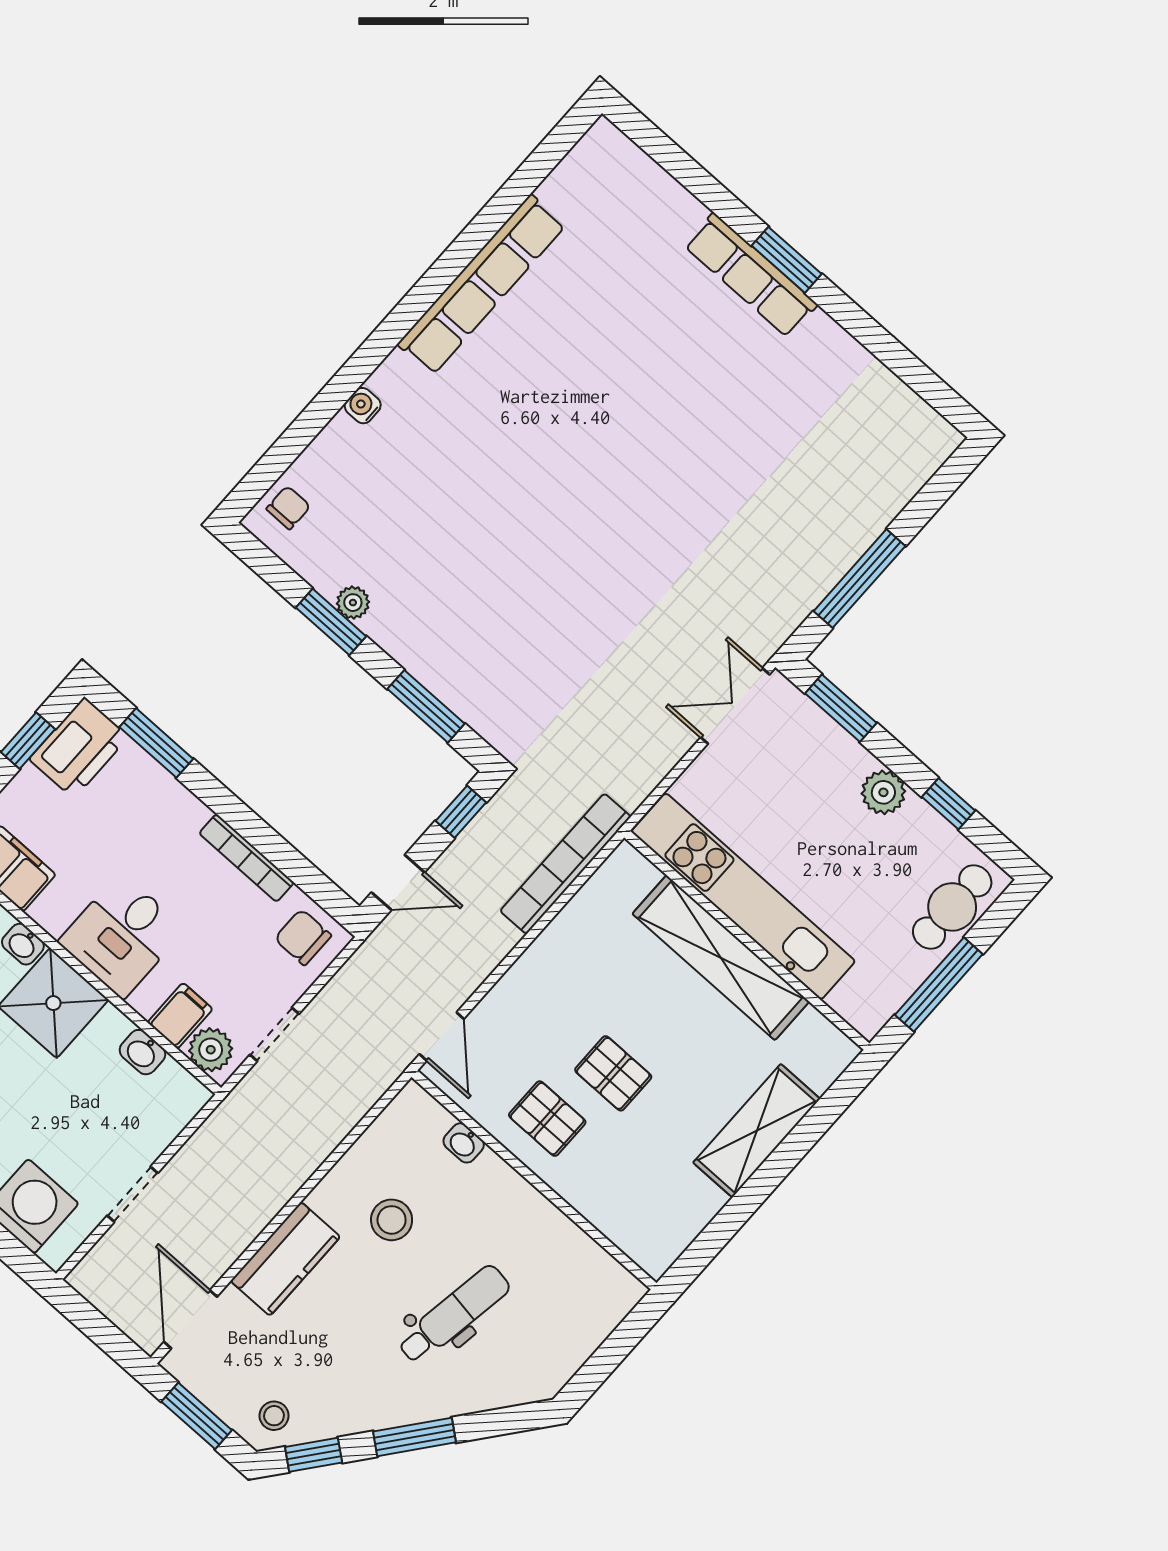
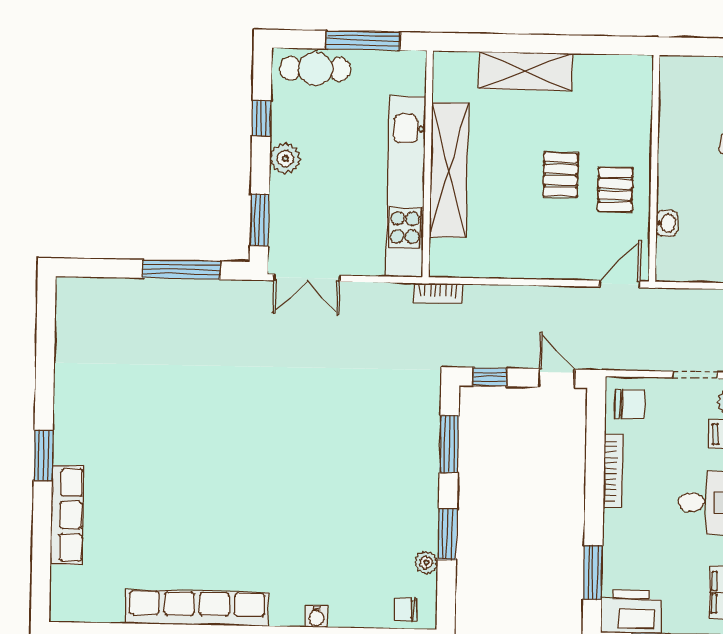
row of seats: (751, 275) -> (67, 515), moved
plant: (353, 603) -> (426, 562), moved
bookcase: (565, 864) -> (438, 293), width x0.43, depth x0.76
chair: (303, 937) -> (630, 404), turned -90

